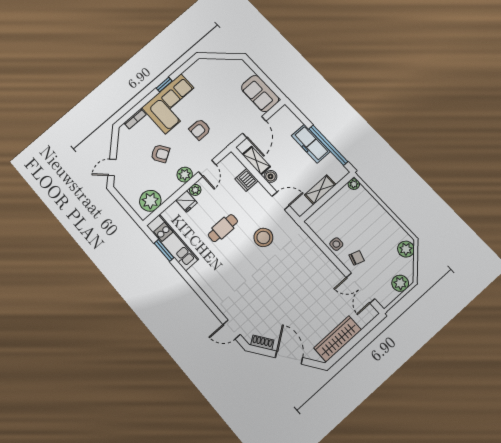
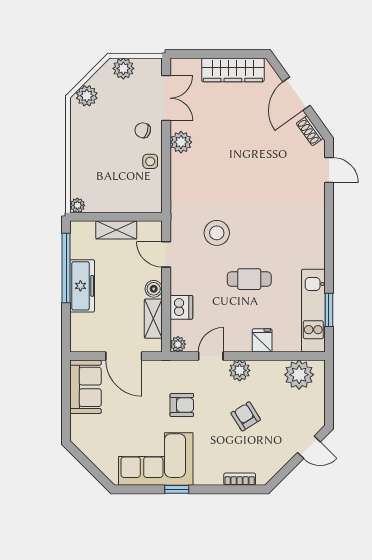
corner sofa: (173, 104) -> (156, 459), moved
door: (254, 127) -> (124, 356), swing flipped
plant: (195, 190) -> (178, 344), moved
plant: (329, 270) -> (181, 142), added

